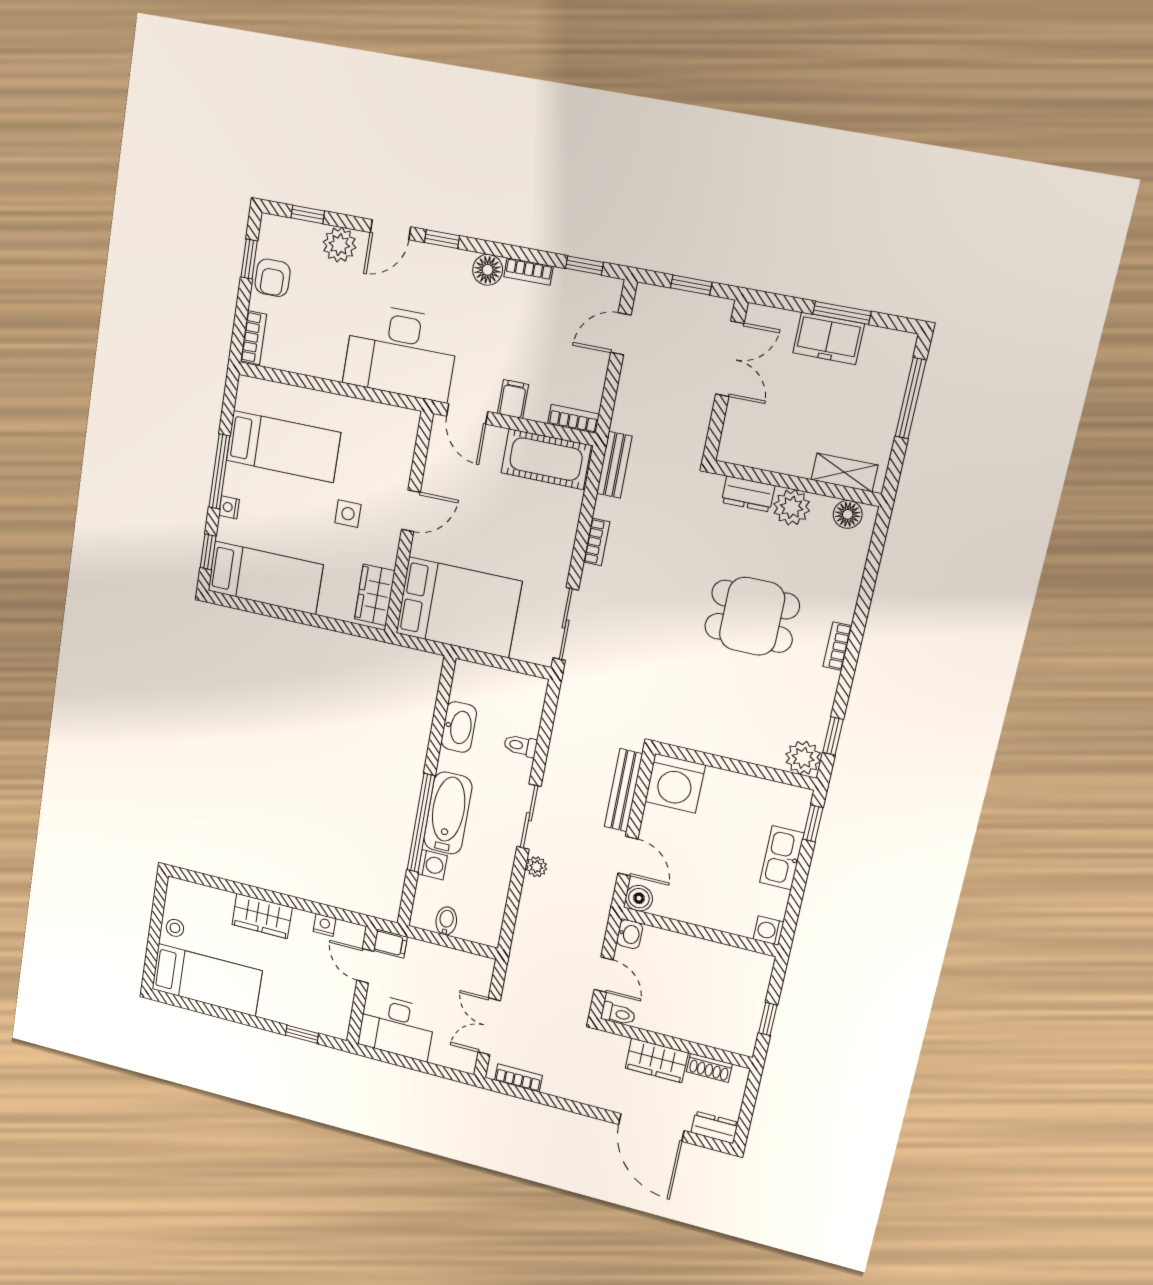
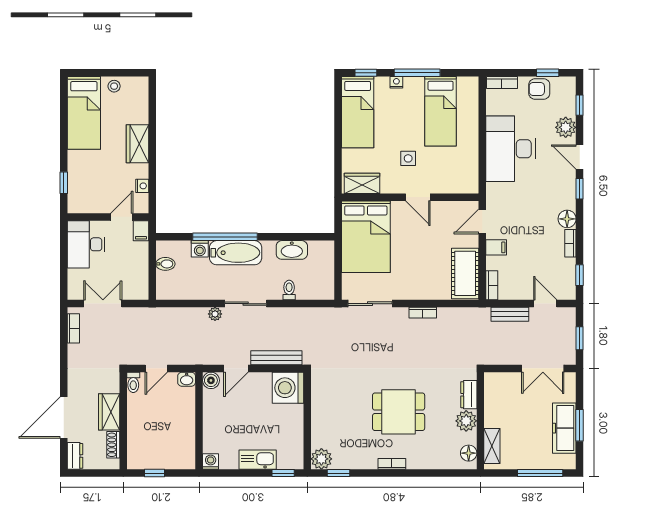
freezer: (828, 338) -> (564, 428), width x1.40
desk: (401, 352) -> (510, 149), moved
bench: (614, 465) -> (510, 314), moved
dining table: (752, 616) -> (399, 412), turned 90

